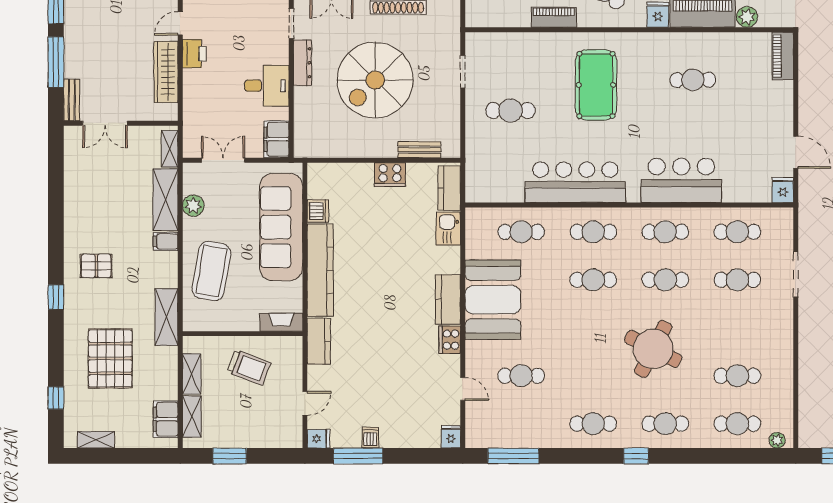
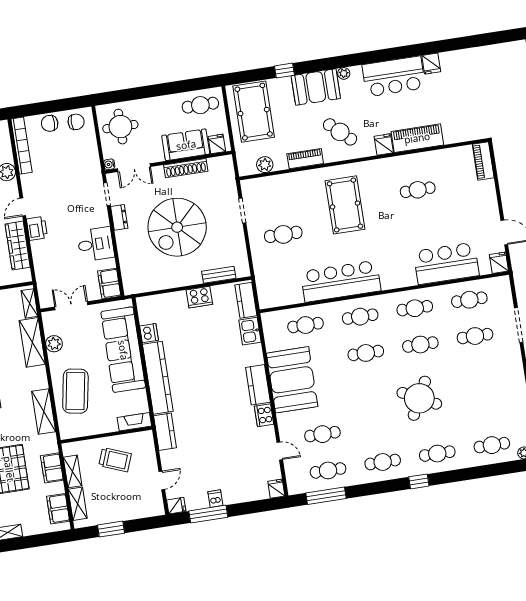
plant: (747, 17) -> (265, 165), moved
dresser: (302, 63) -> (119, 217), width x0.70
bar counter: (681, 180) -> (446, 263), moved
filing cabinet: (166, 241) -> (52, 468), moved, width x2.00
shelving: (166, 317) -> (44, 411), moved
cafe table: (737, 376) -> (328, 470), moved

